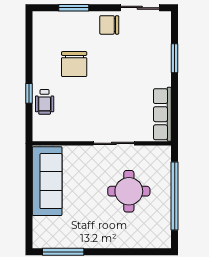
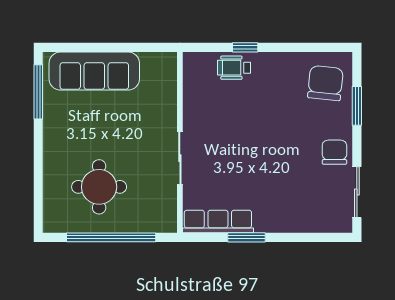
window: (175, 58) -> (247, 237), moved
chair: (74, 64) -> (325, 83), moved, turned 96
sofa: (47, 181) -> (94, 71), moved
round table: (129, 191) -> (99, 187), moved

